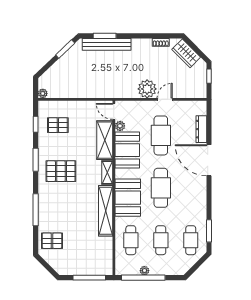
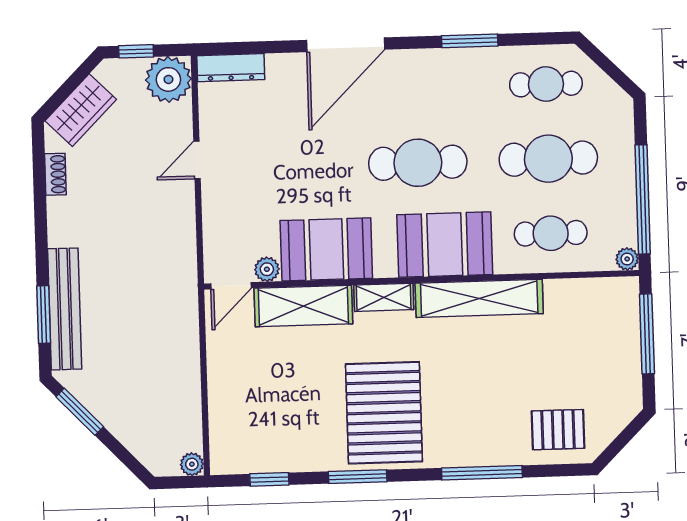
plant: (147, 89) -> (168, 79), moved
door: (165, 99) -> (197, 160), hinge flipped
pallet: (58, 125) -> (270, 424), removed
dresser: (201, 129) -> (231, 68), moved
cafe table: (161, 135) -> (287, 167), removed
pallet: (61, 171) -> (384, 413), width x1.37, depth x1.41
window: (209, 231) -> (470, 41), moved
cafe table: (161, 240) -> (548, 159), width x1.37, depth x1.35
pallet: (52, 241) -> (558, 430), turned 90
plant: (144, 271) -> (627, 259), moved

